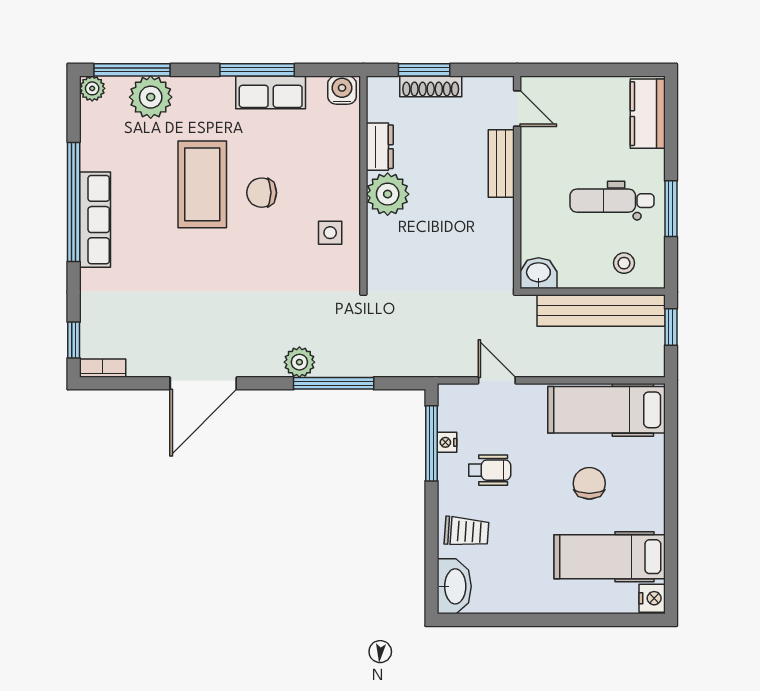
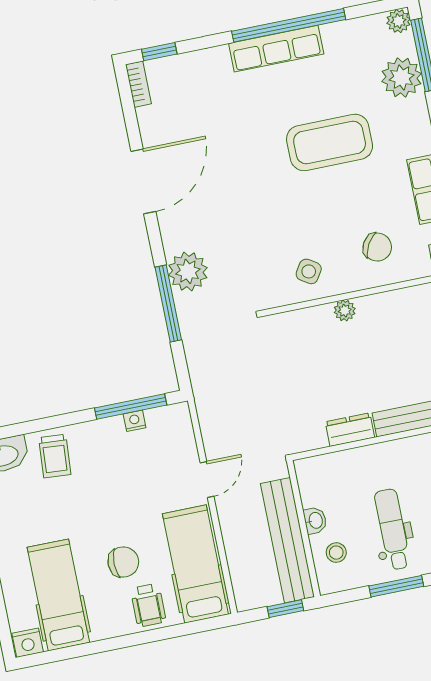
dresser: (380, 147) -> (350, 430), moved, turned 180
chair: (262, 193) -> (377, 247), moved, turned 120
plant: (388, 194) -> (345, 311), width x0.53, depth x0.53
side table: (330, 233) -> (309, 271), turned 33
washbasin: (538, 273) -> (315, 520), moved, width x0.72, depth x0.69
plant: (299, 362) -> (188, 271), width x1.36, depth x1.36
door: (497, 380) -> (207, 480), moved
door: (203, 383) -> (143, 181), swing flipped
wheelchair: (490, 470) -> (148, 605), moved

